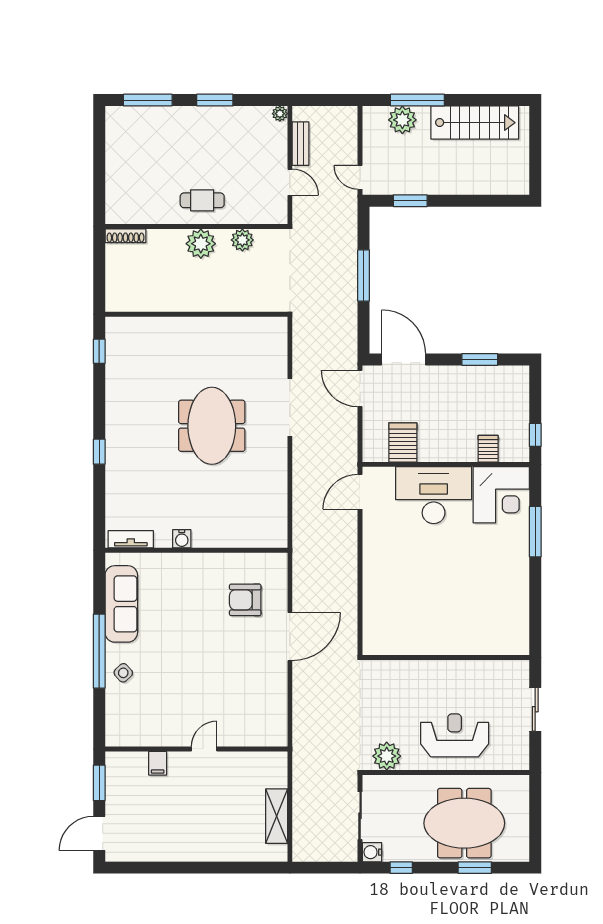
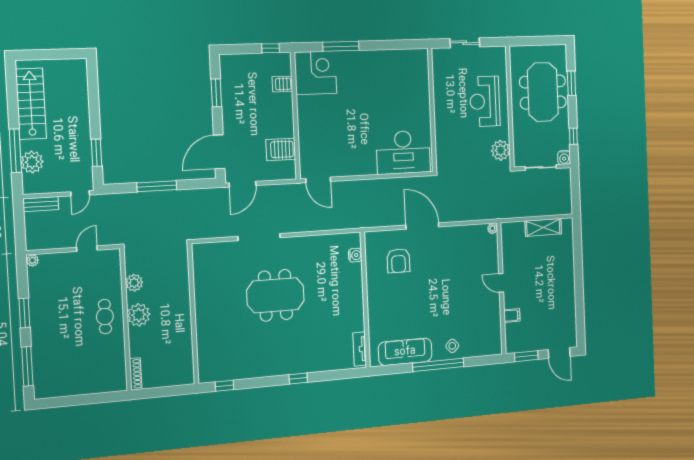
bench: (301, 144) -> (41, 204), moved
desk: (434, 495) -> (403, 152), moved, turned -90
water cooler: (182, 539) -> (355, 255), moved
plant: (280, 739) -> (492, 228), added

